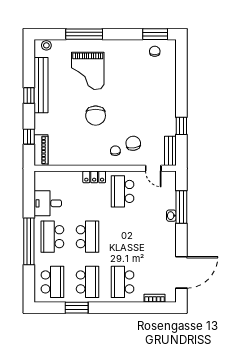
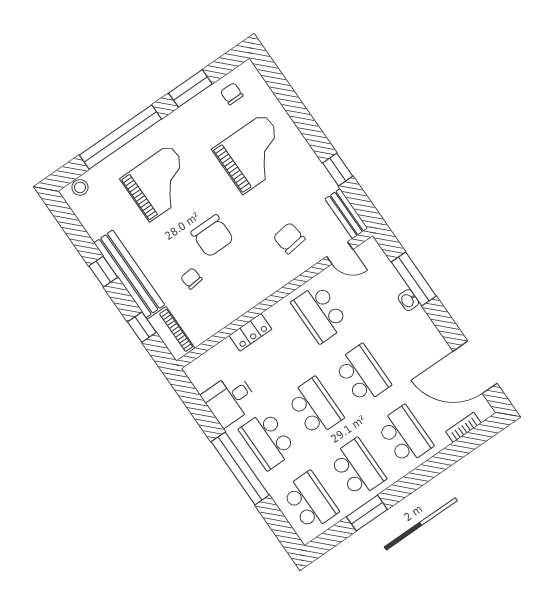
window: (84, 34) -> (120, 137), width x1.46
window: (155, 34) -> (190, 88), moved
grand piano: (88, 71) -> (160, 183), turned -90
bench: (41, 85) -> (129, 274), moved
grand piano: (145, 89) -> (253, 154), added
chair: (115, 151) -> (191, 279), moved
locker: (94, 177) -> (250, 332), moved
school desk: (123, 237) -> (362, 374), added
door: (181, 272) -> (475, 367), swing flipped
school desk: (123, 282) -> (405, 435), turned 180

